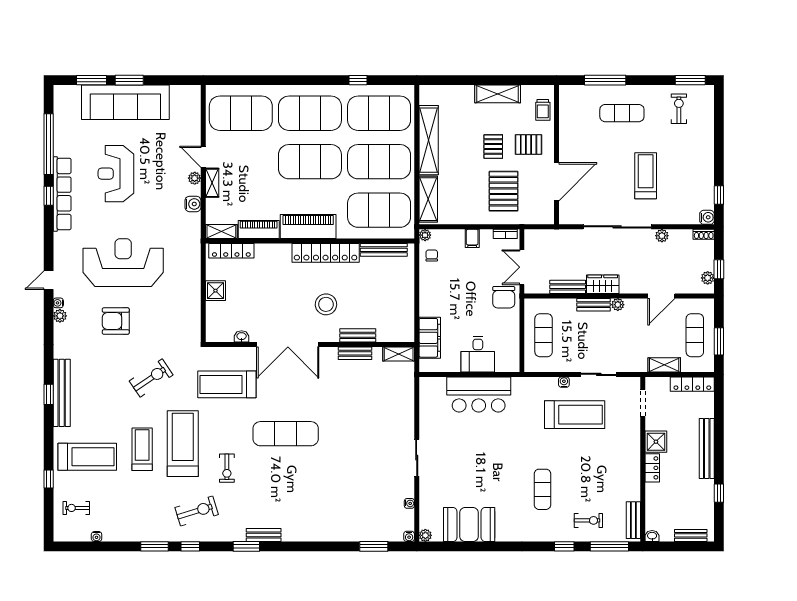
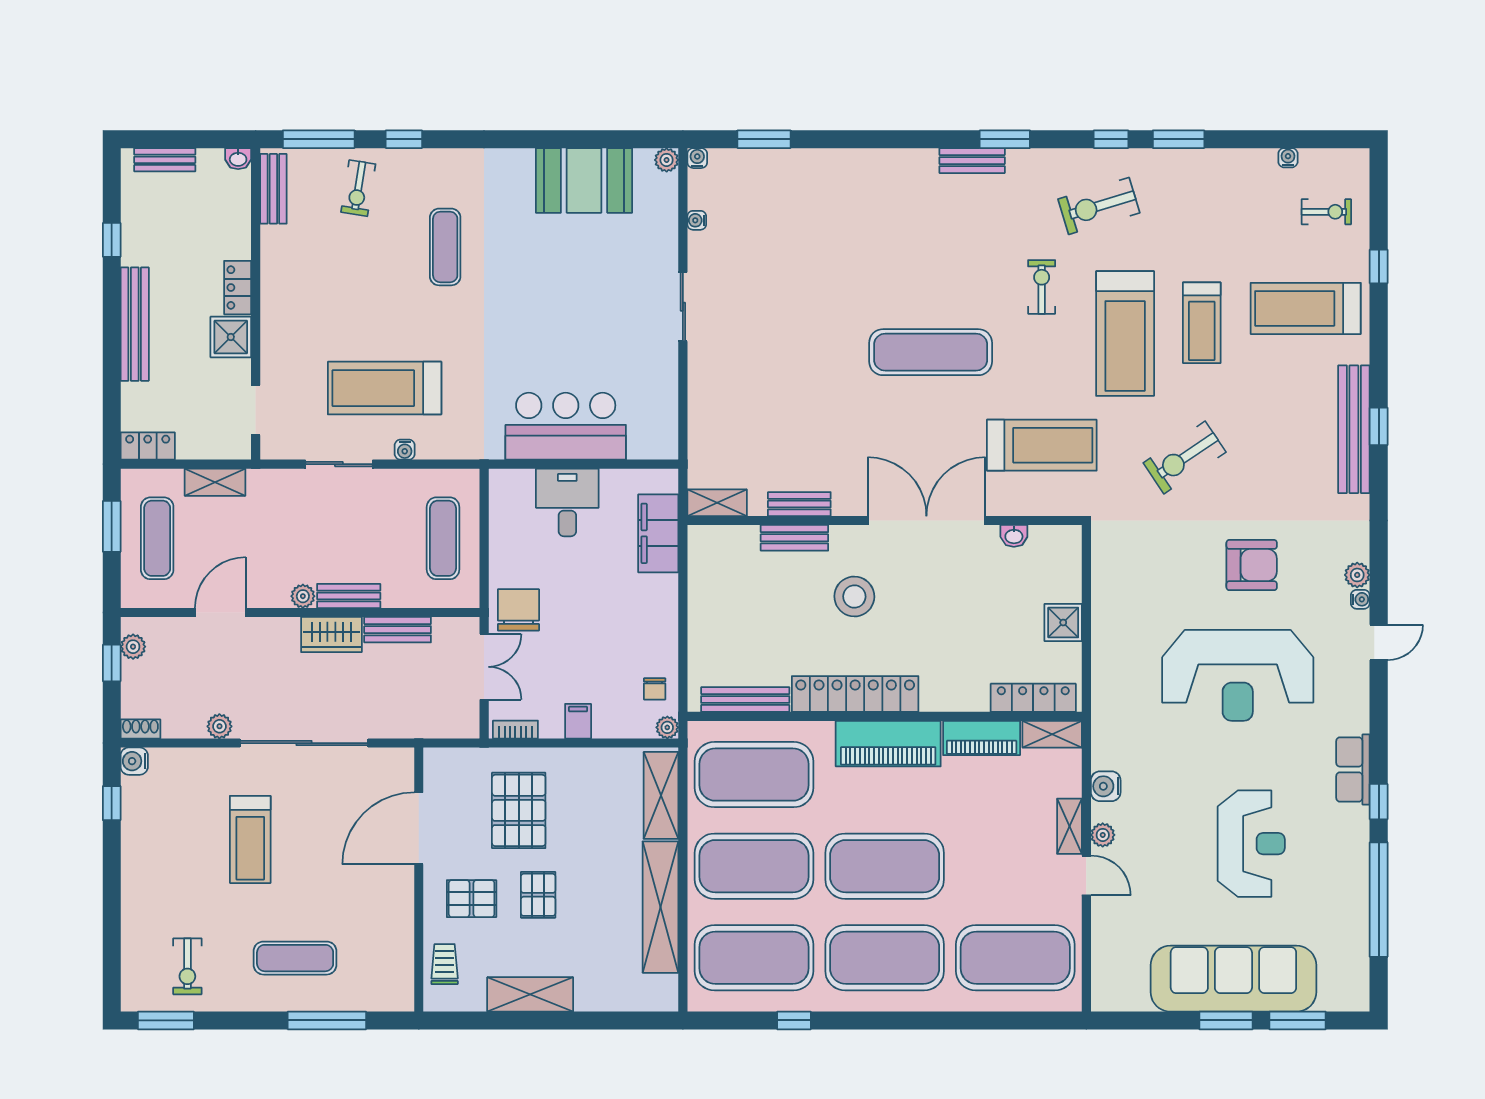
row of seats: (62, 194) -> (1353, 769), width x0.50
locker: (692, 384) -> (148, 446), width x0.66
exercise bike: (588, 520) -> (358, 188), turned -81

